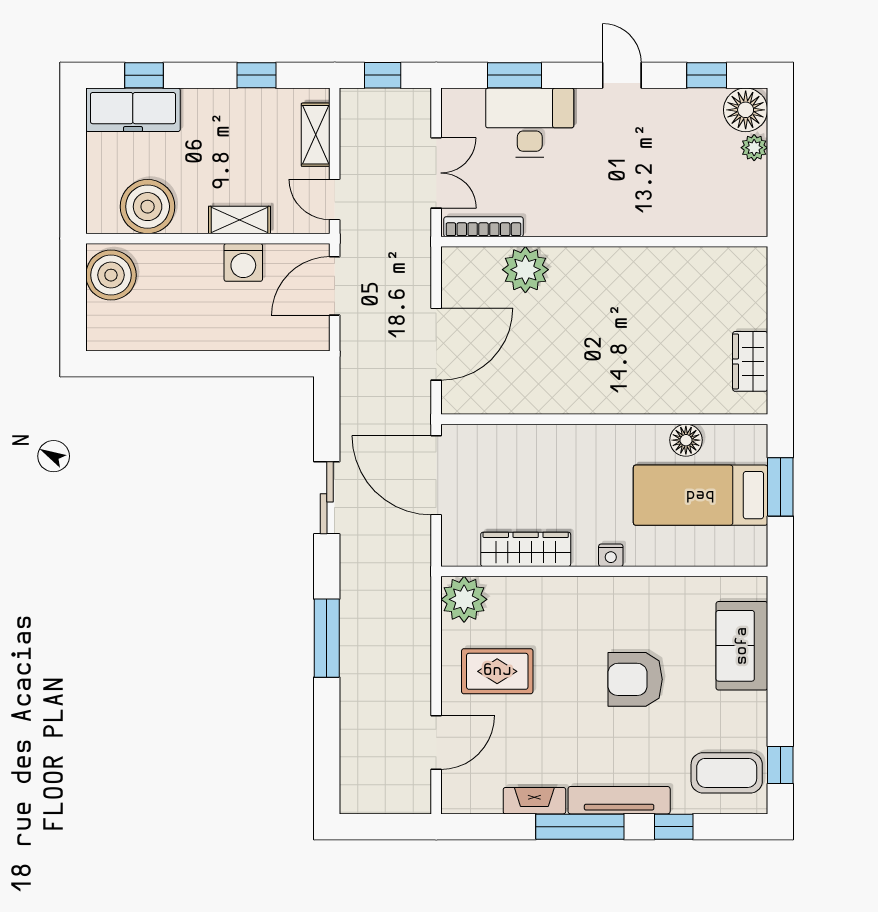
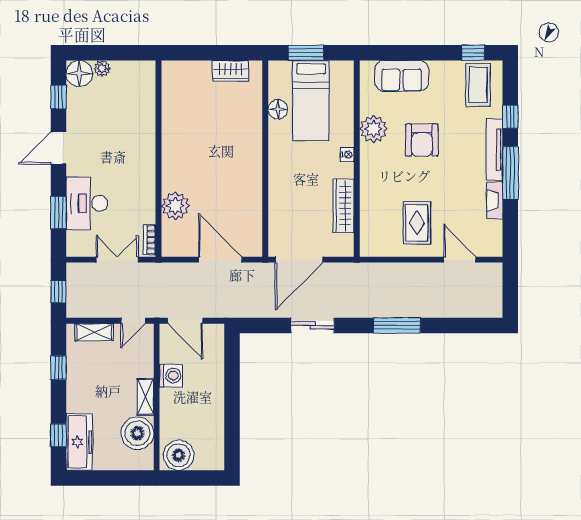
door: (622, 75) -> (58, 148), width x1.38
shelving: (240, 220) -> (145, 397), moved
bookcase: (483, 227) -> (150, 240), width x0.64
plant: (464, 599) -> (374, 129), moved

